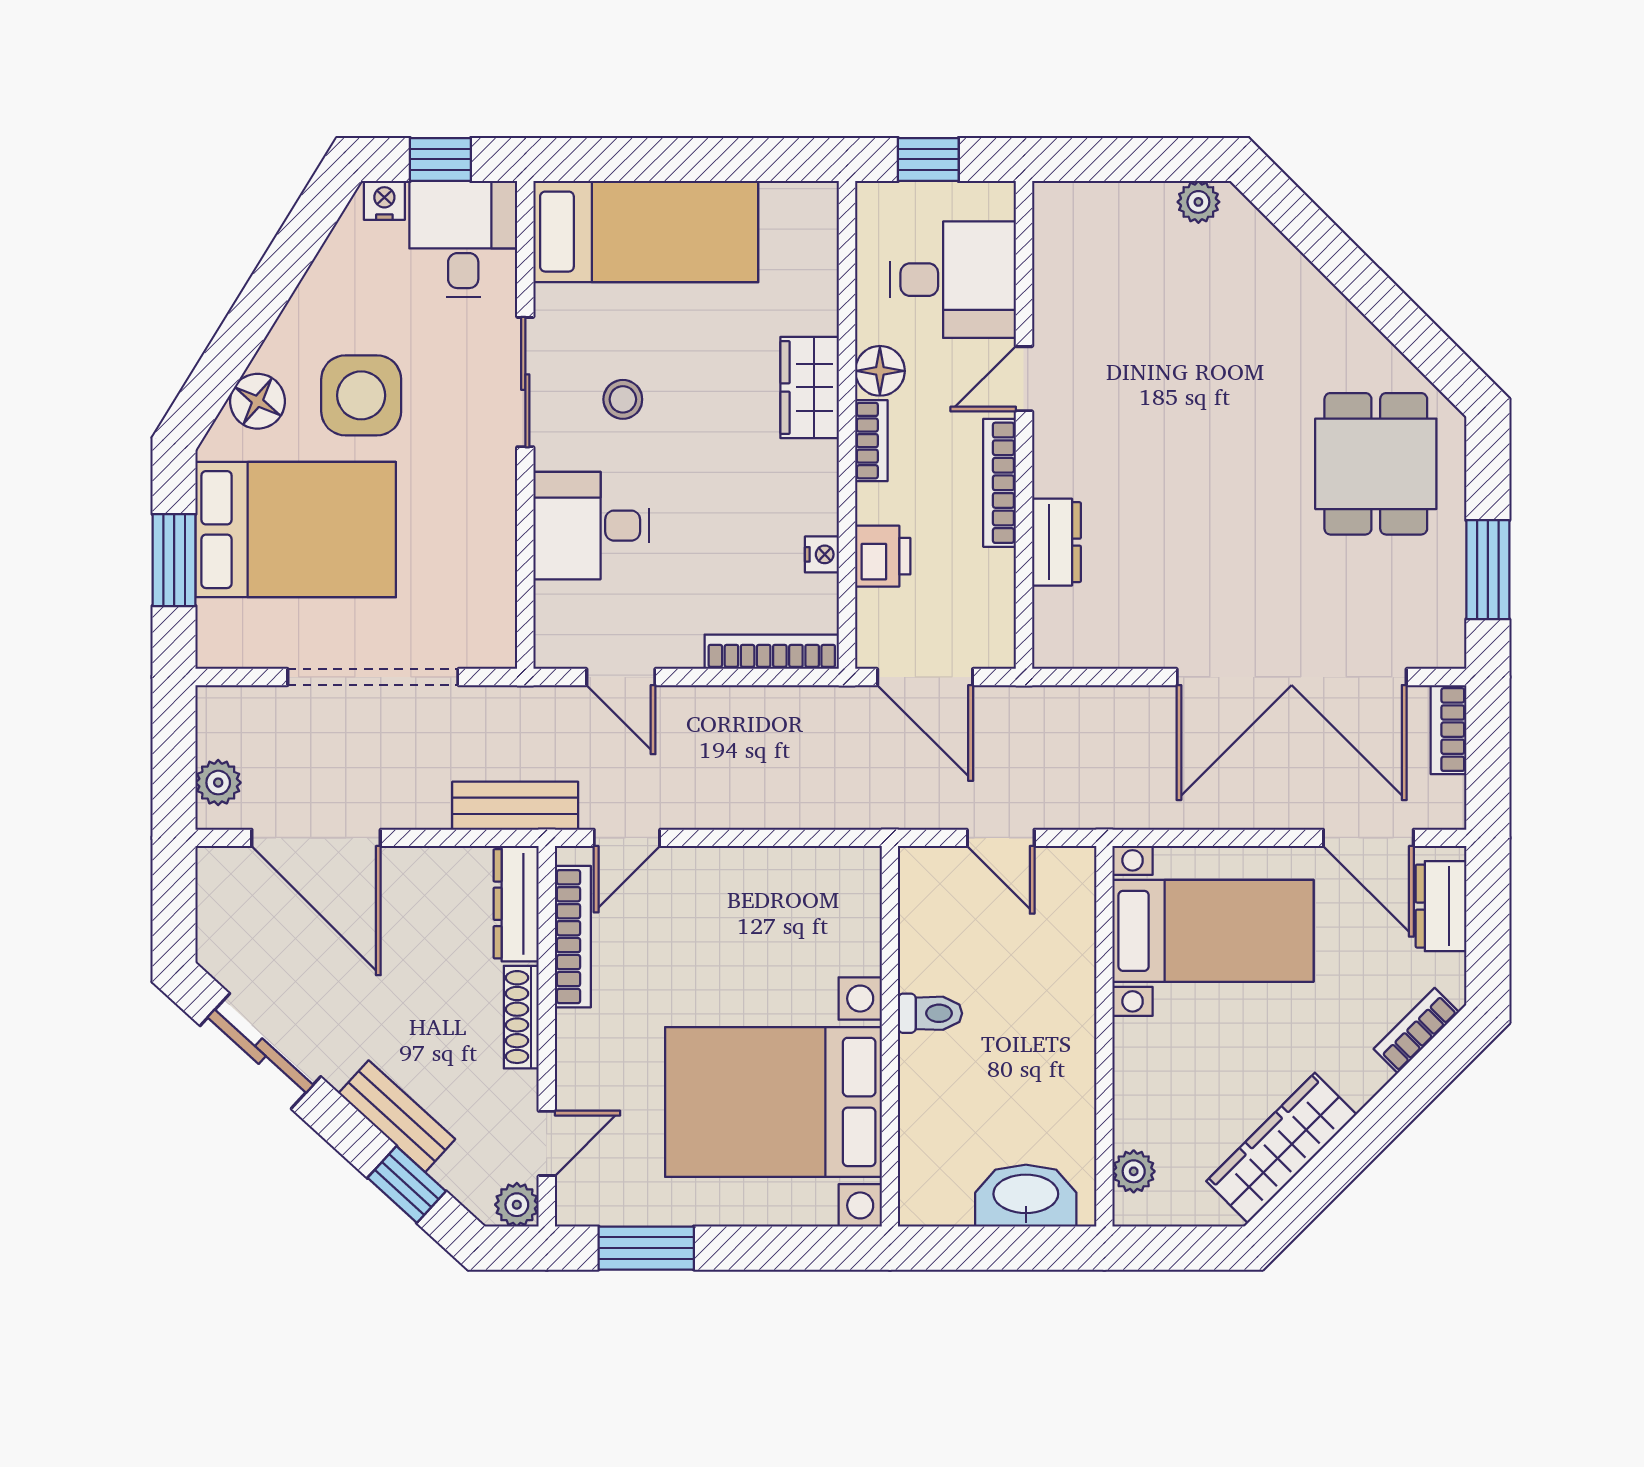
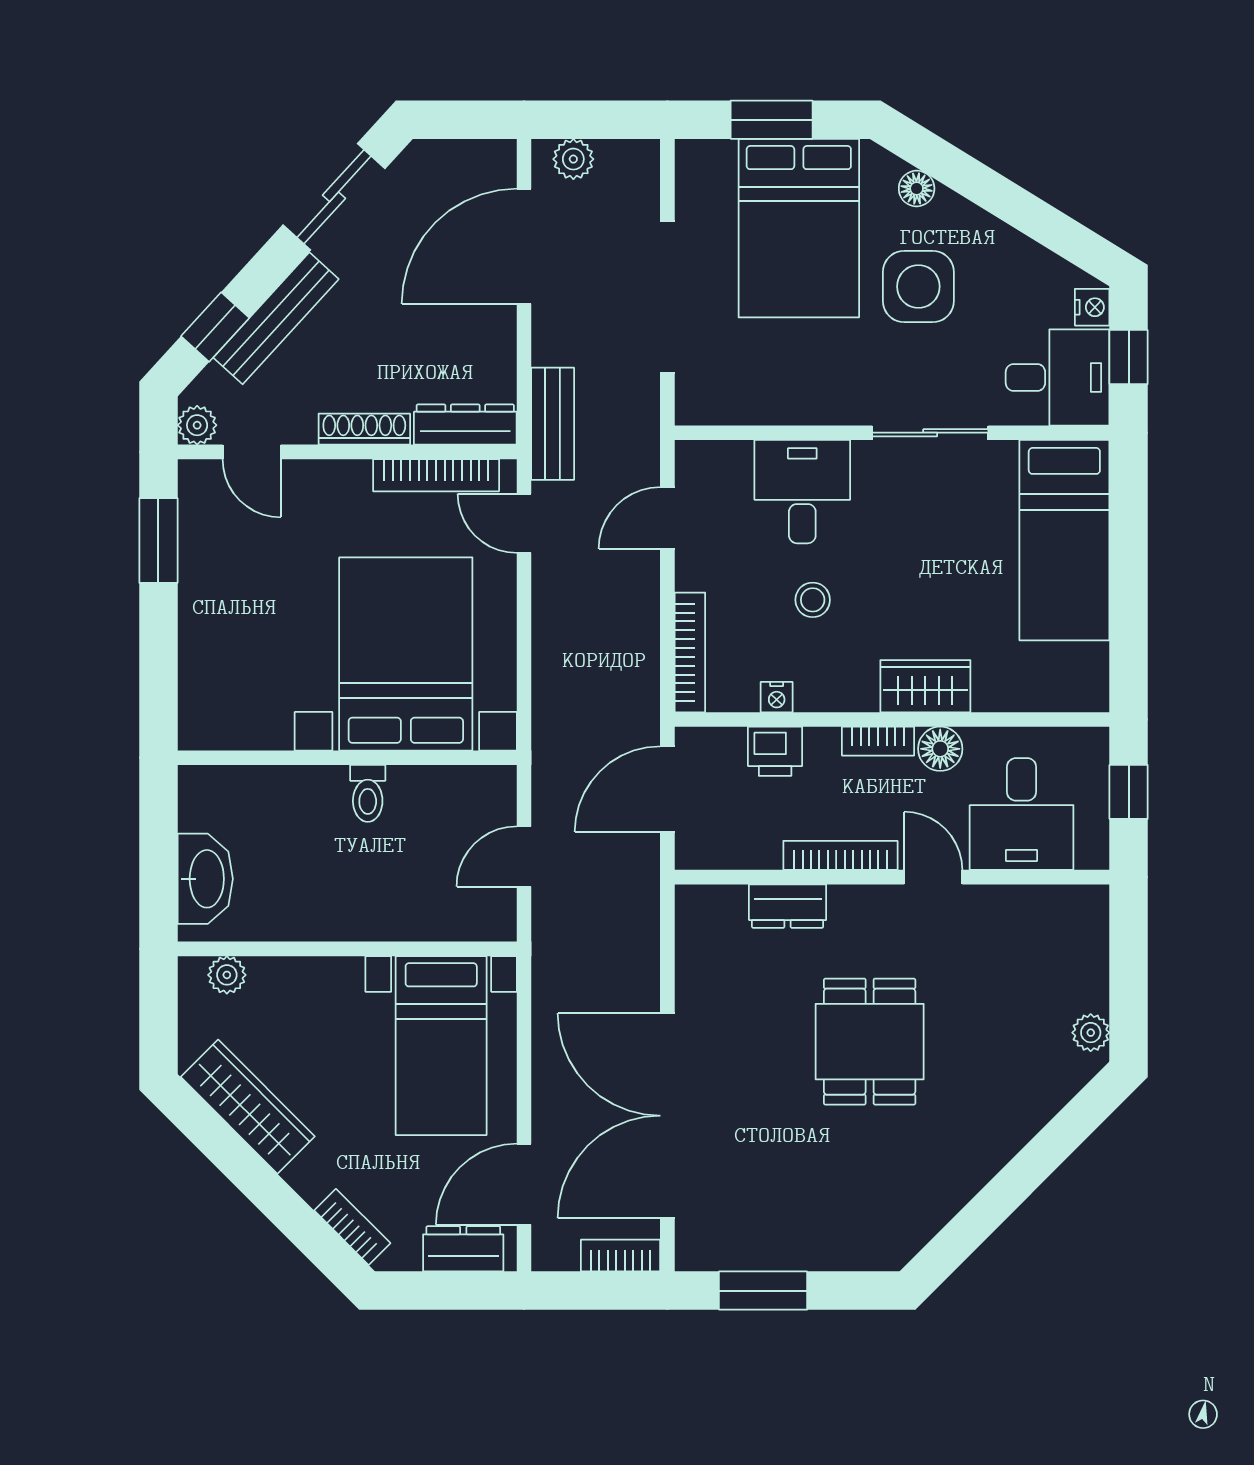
stool: (623, 399) -> (813, 600), moved
floor lamp: (258, 401) -> (917, 188), width x0.73, depth x0.73
dining table: (1376, 464) -> (870, 1042), moved, turned 90
bed with nightstands: (773, 1102) -> (406, 654), moved
bench: (397, 1116) -> (276, 318), width x1.36

